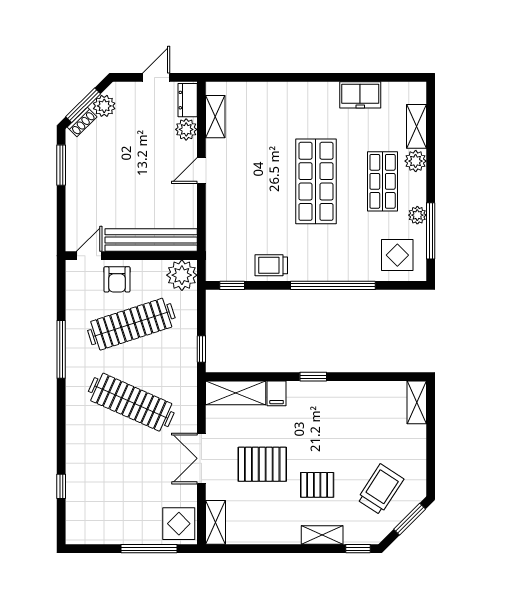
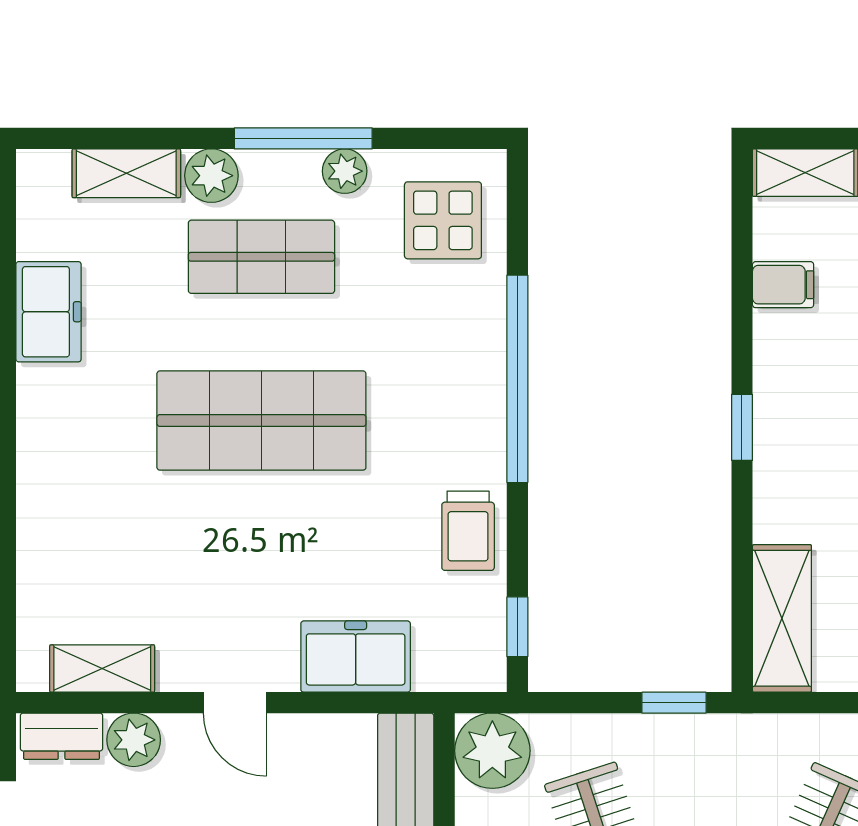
freezer: (220, 220) -> (356, 657), added
window: (431, 231) -> (303, 138), moved
filing cabinet: (277, 393) -> (783, 285), moved

